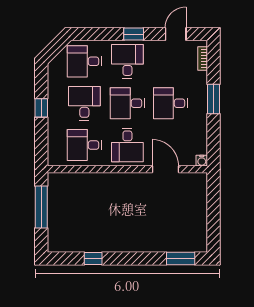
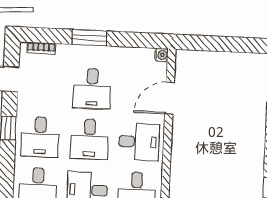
desk: (127, 61) -> (40, 137), turned -90

